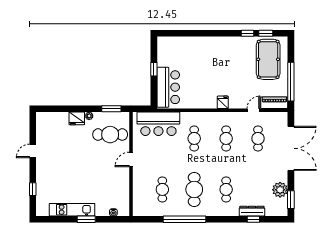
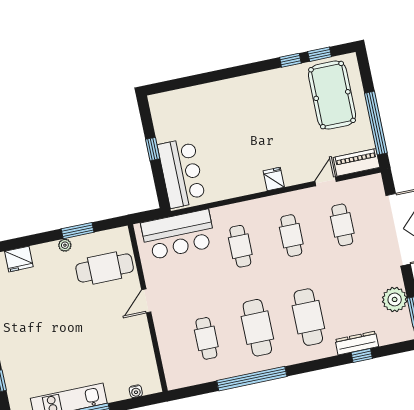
window: (111, 109) -> (78, 231), moved
fridge: (77, 118) -> (19, 259), moved
cafe table: (226, 189) -> (308, 317), width x1.37, depth x1.35

